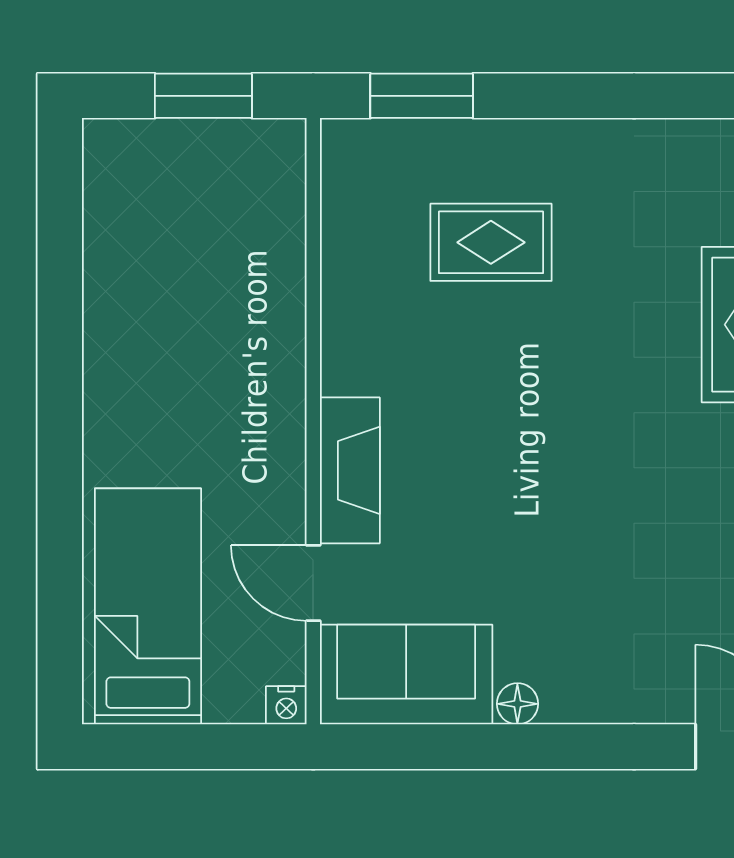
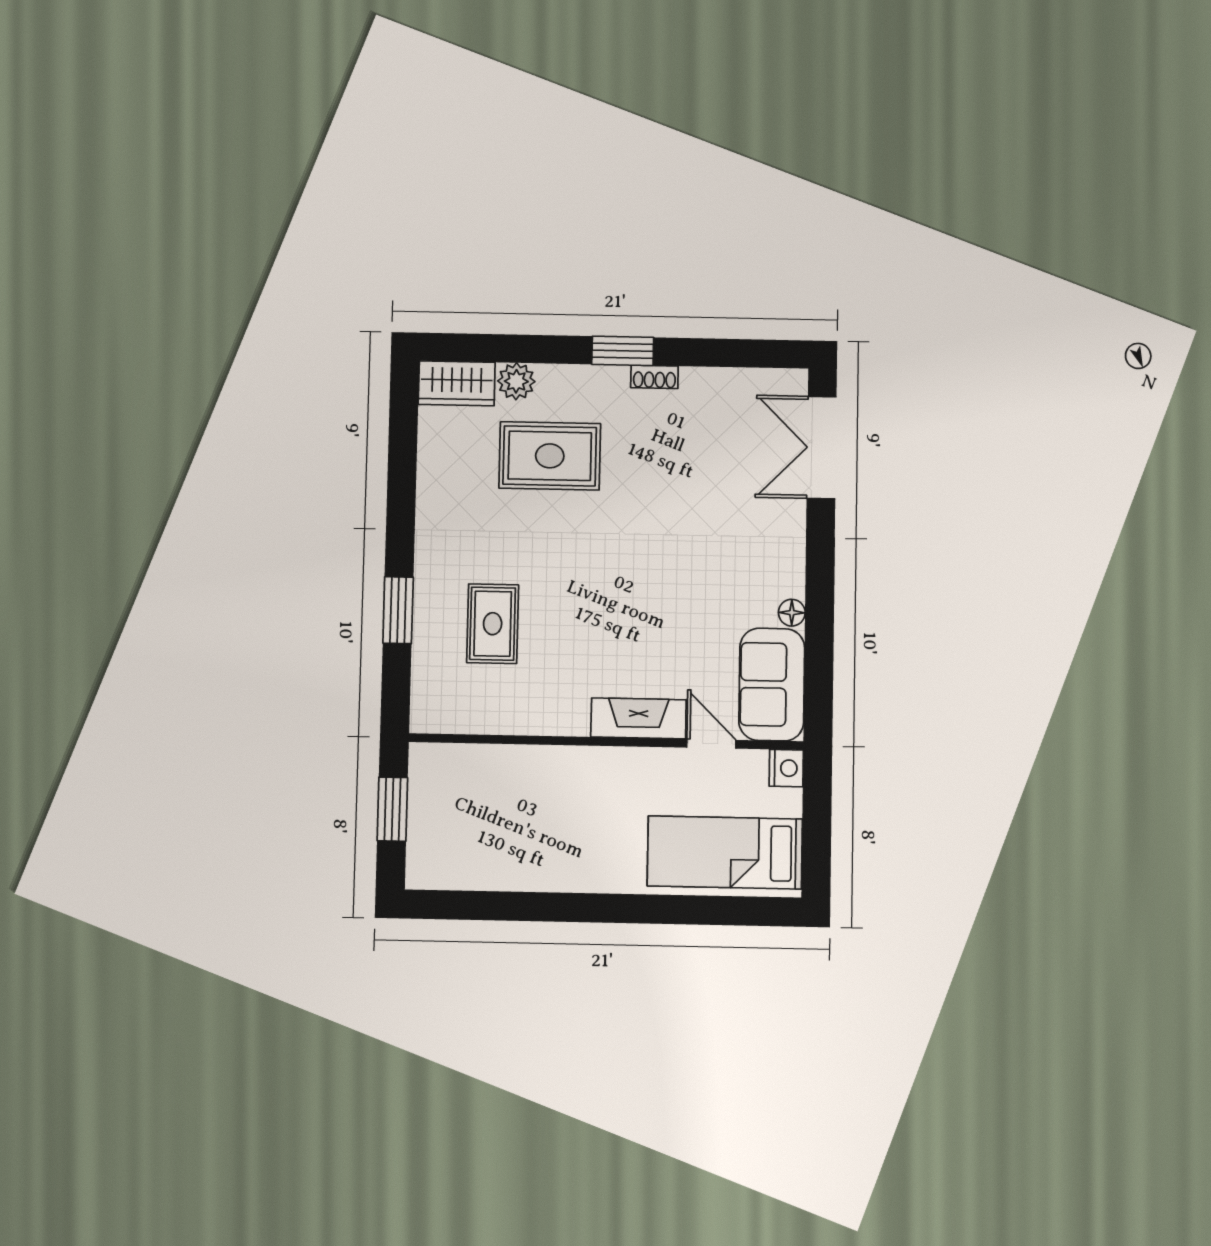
window: (422, 96) -> (398, 610), moved
door: (313, 583) -> (711, 744), swing flipped
nightstand: (286, 705) -> (786, 768), width x1.39, depth x1.35

